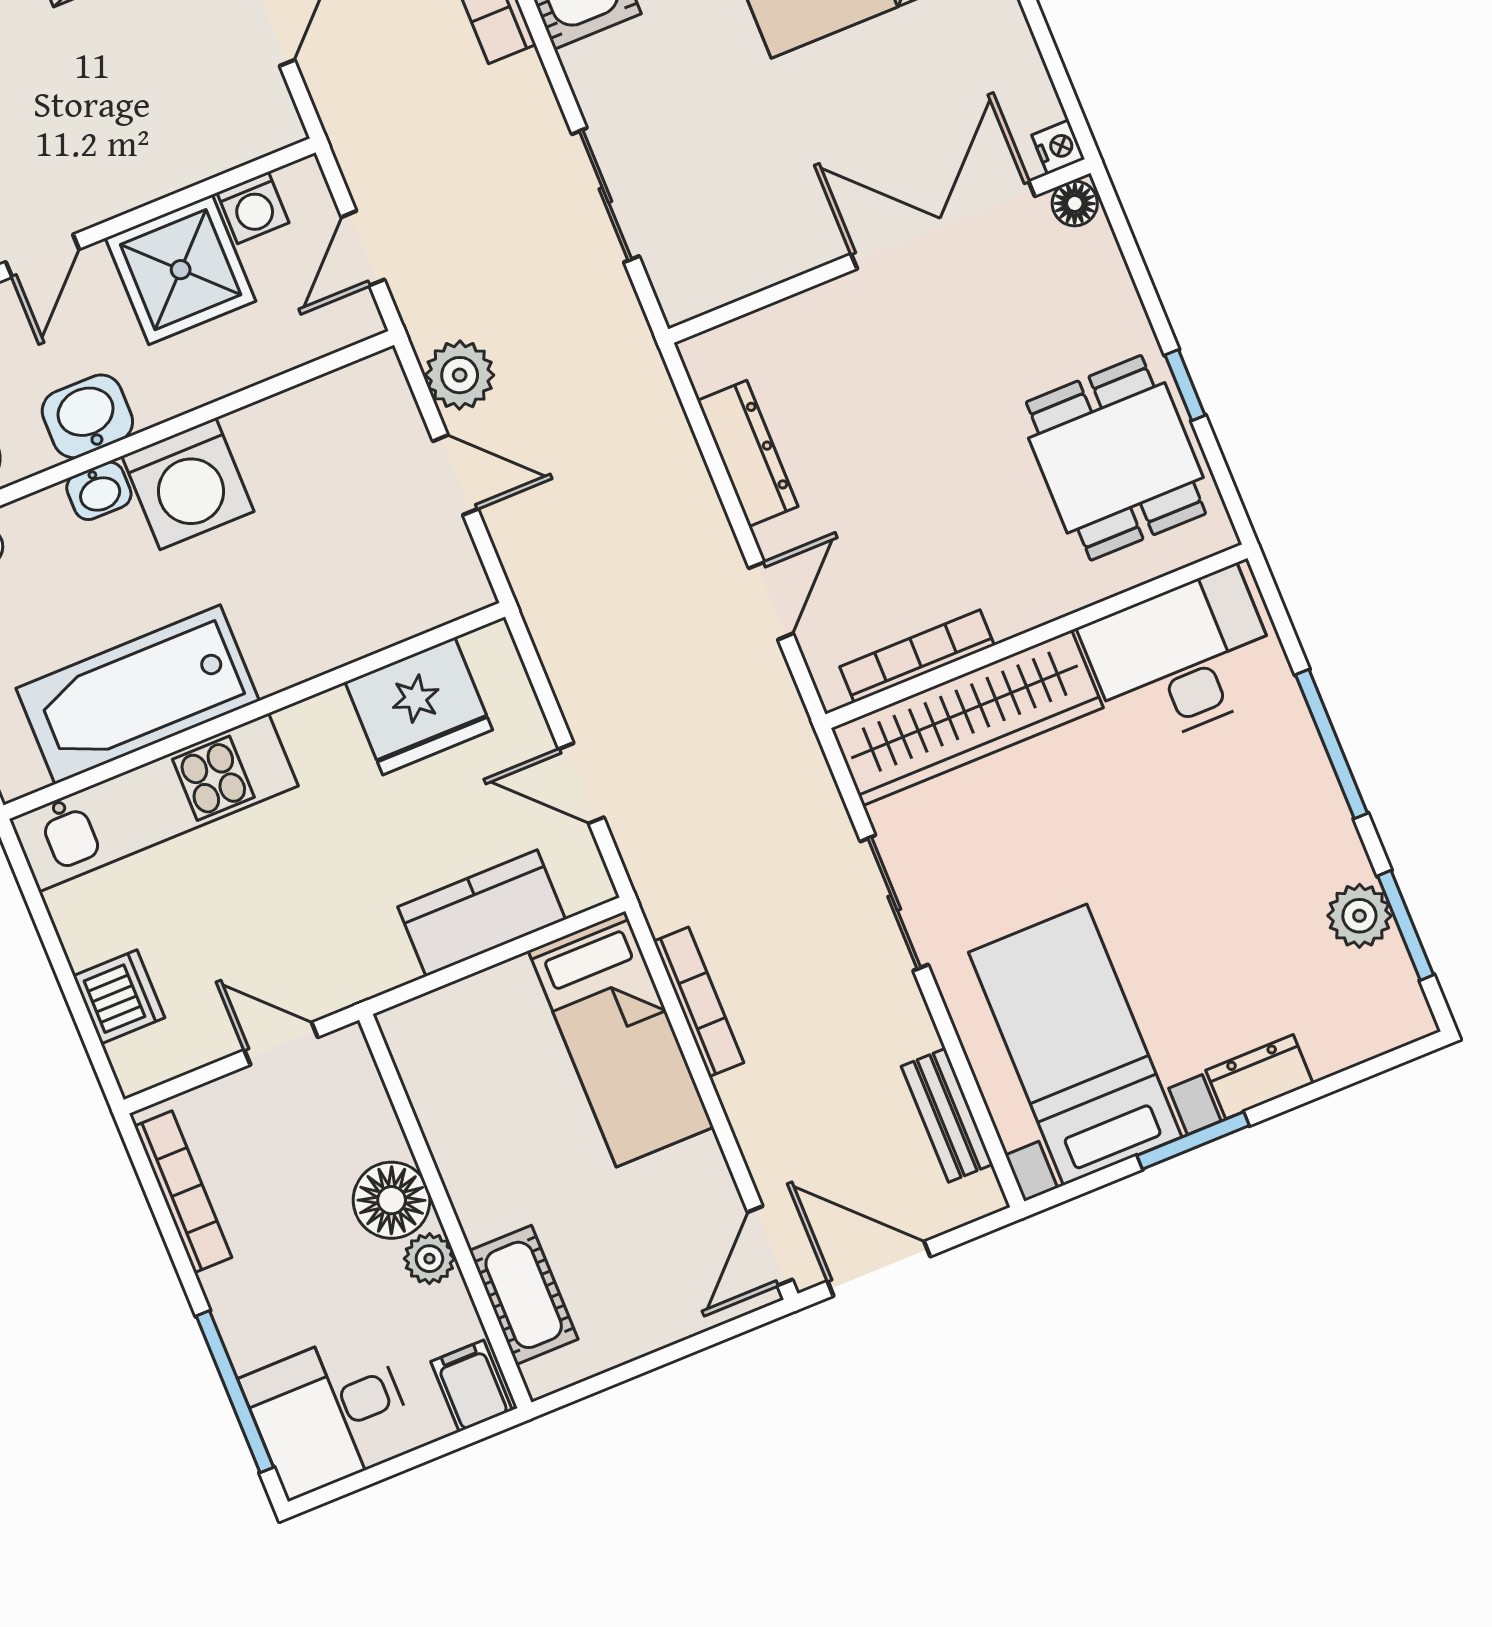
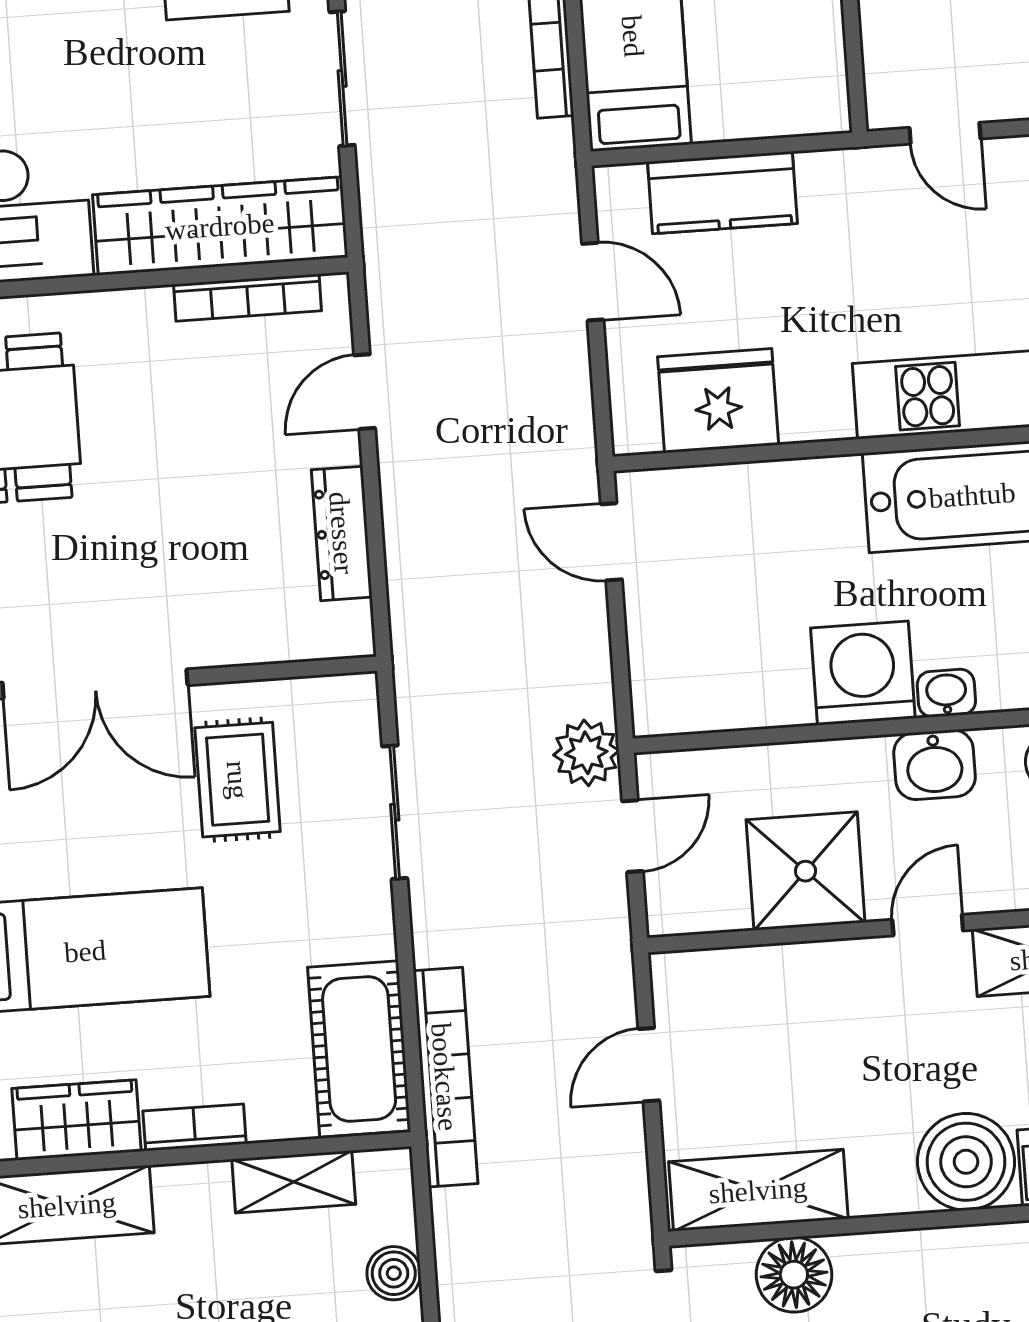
rug: (771, 177) -> (238, 780), added
washing machine: (253, 208) -> (721, 906), removed
plant: (460, 375) -> (586, 753), moved
door: (455, 475) -> (611, 542), moved

